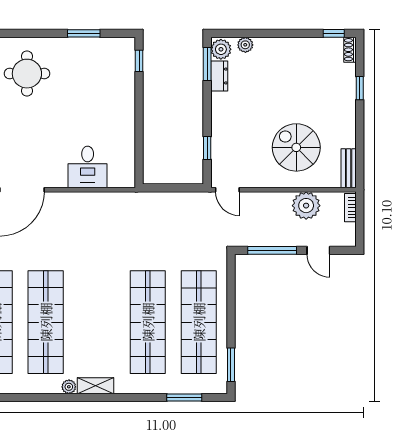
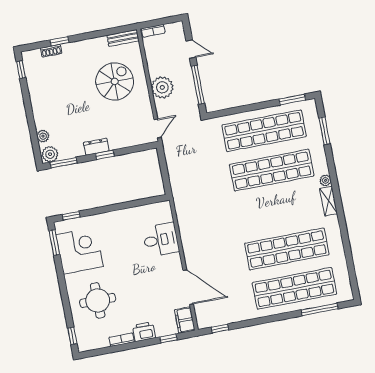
window: (84, 33) -> (54, 243), moved
shoe rack: (350, 50) -> (51, 51), moved
corner desk: (94, 63) -> (79, 251), added
dresser: (219, 76) -> (96, 147), moved
spiral stairs: (296, 147) -> (115, 81), turned 180
window: (207, 148) -> (105, 155), moved
plant: (306, 206) -> (162, 87), moved
door: (318, 250) -> (191, 49), hinge flipped
plant: (69, 387) -> (325, 180), moved

